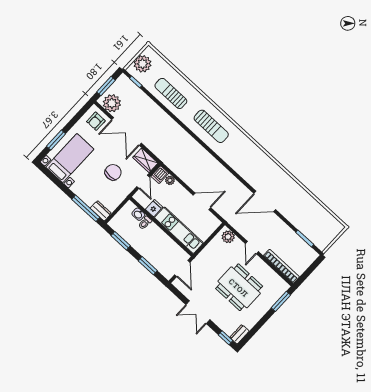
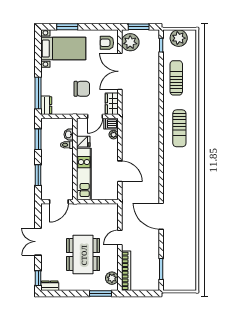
plant: (228, 237) -> (112, 278), moved

